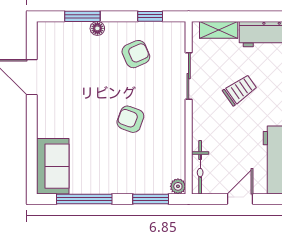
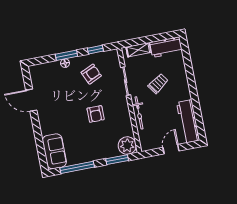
window: (82, 16) -> (66, 55), moved
armchair: (130, 119) -> (96, 114), turned -110
bicycle: (200, 167) -> (139, 113), moved
plant: (178, 186) -> (127, 146), width x1.88, depth x1.88

